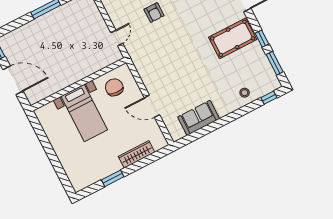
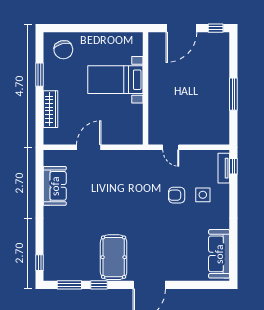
chair: (114, 87) -> (63, 50), moved, turned 71
stool: (245, 93) -> (56, 242), removed

